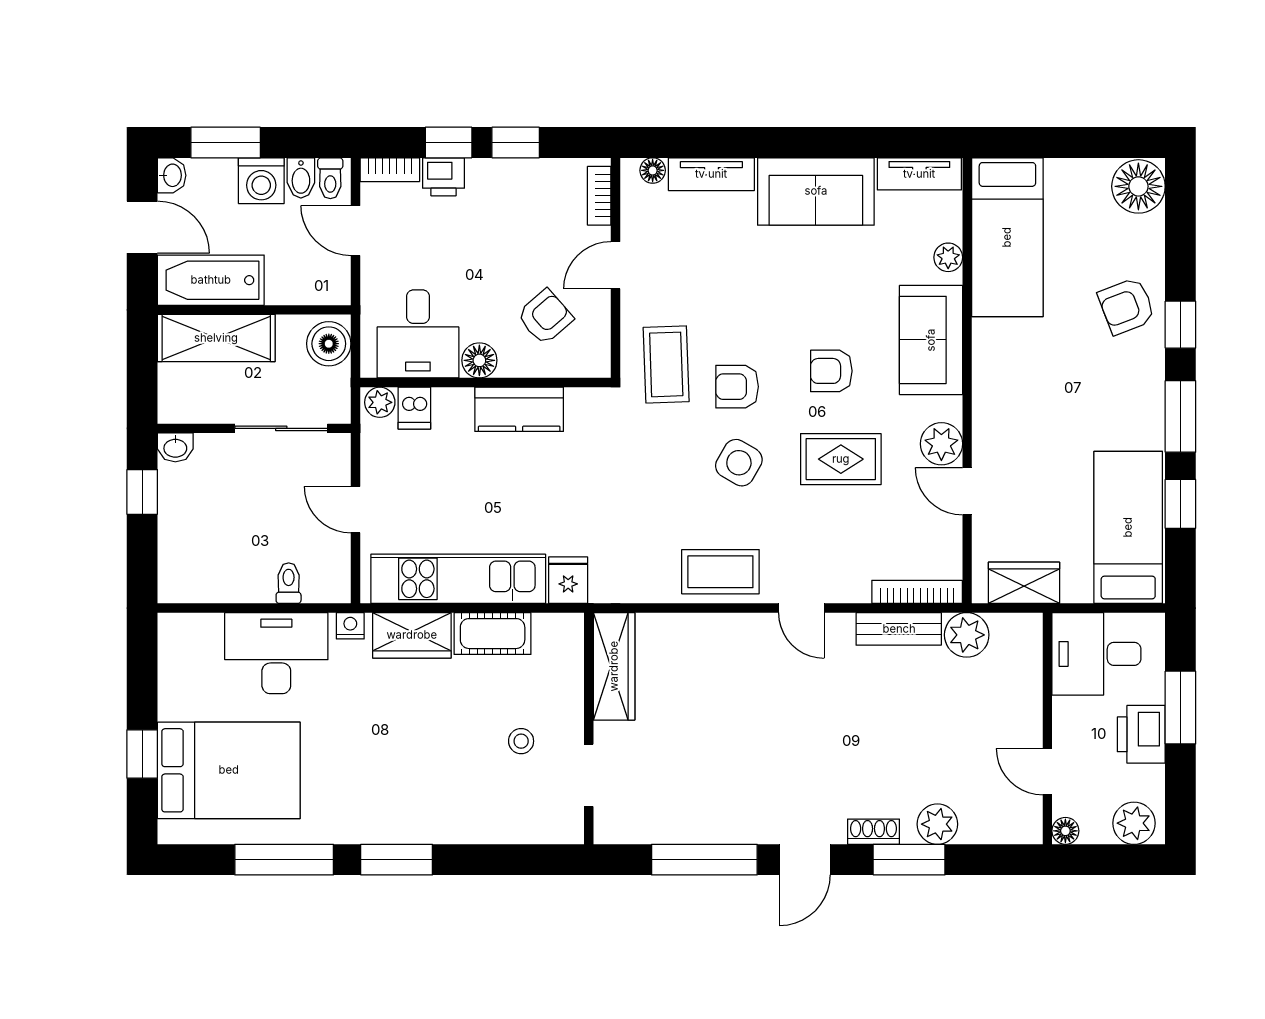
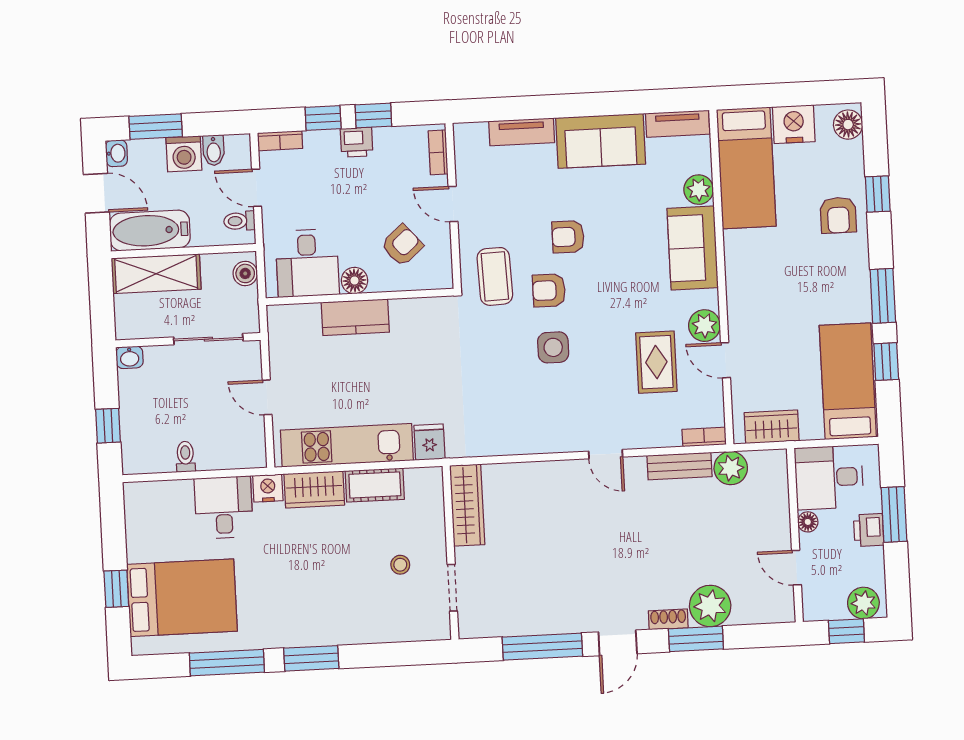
floor lamp: (653, 170) -> (477, 131), removed
printer: (444, 177) -> (357, 142), moved
toilet: (330, 178) -> (239, 221), moved, turned 90
nightstand: (1074, 182) -> (794, 124), added
floor lamp: (1138, 186) -> (848, 125), width x0.73, depth x0.73
plant: (948, 257) -> (699, 190), width x1.38, depth x1.38
door: (615, 265) -> (453, 204), hinge flipped
armchair: (1127, 306) -> (838, 215), turned -69
window: (1180, 325) -> (878, 194), moved
boiler: (329, 344) -> (245, 273), width x0.73, depth x0.73
armchair: (831, 371) -> (568, 237), moved
plant: (380, 402) -> (281, 316), removed
dishwasher: (414, 408) -> (307, 319), removed
kitchen counter: (519, 409) -> (355, 317), moved
rug: (841, 459) -> (656, 362), moved, turned 90
side table: (739, 463) -> (553, 347), turned -30
window: (142, 492) -> (108, 426), moved
coffee table: (720, 572) -> (543, 430), removed
toilet: (289, 583) -> (185, 457), moved
bookcase: (917, 592) -> (704, 437), width x0.64
nightstand: (350, 626) -> (268, 488), width x1.39, depth x1.35
desk: (276, 653) -> (224, 507), width x0.73
printer: (1141, 734) -> (869, 530), width x0.73, depth x0.81
plant: (937, 824) -> (710, 606), width x1.36, depth x1.36
floor lamp: (1065, 831) -> (808, 522), moved
window: (1109, 860) -> (846, 631), added

